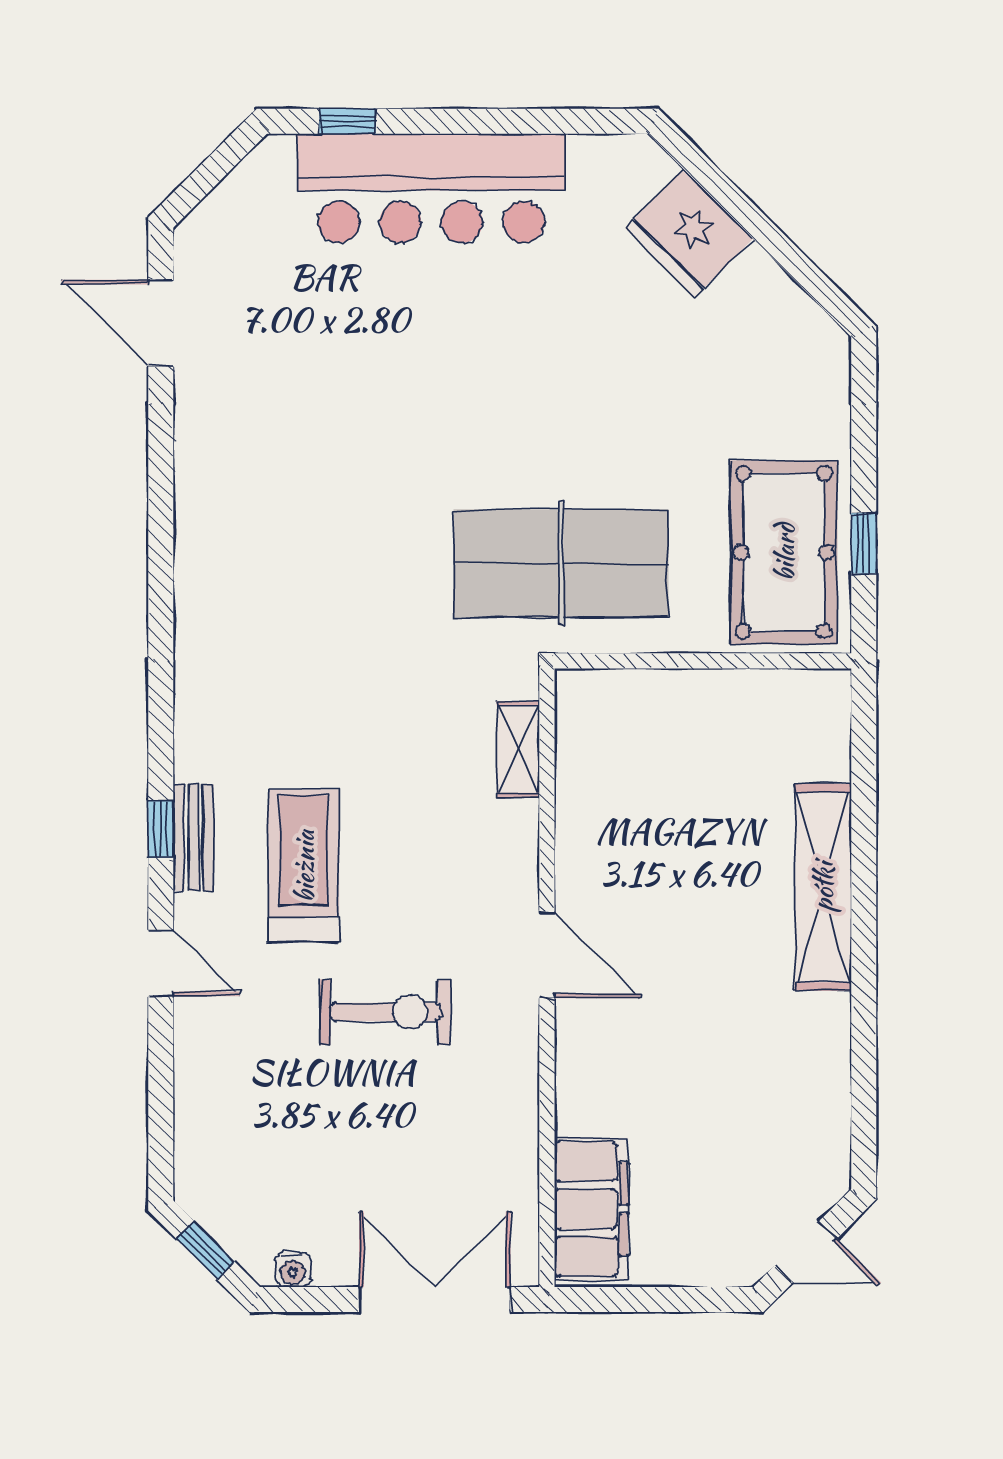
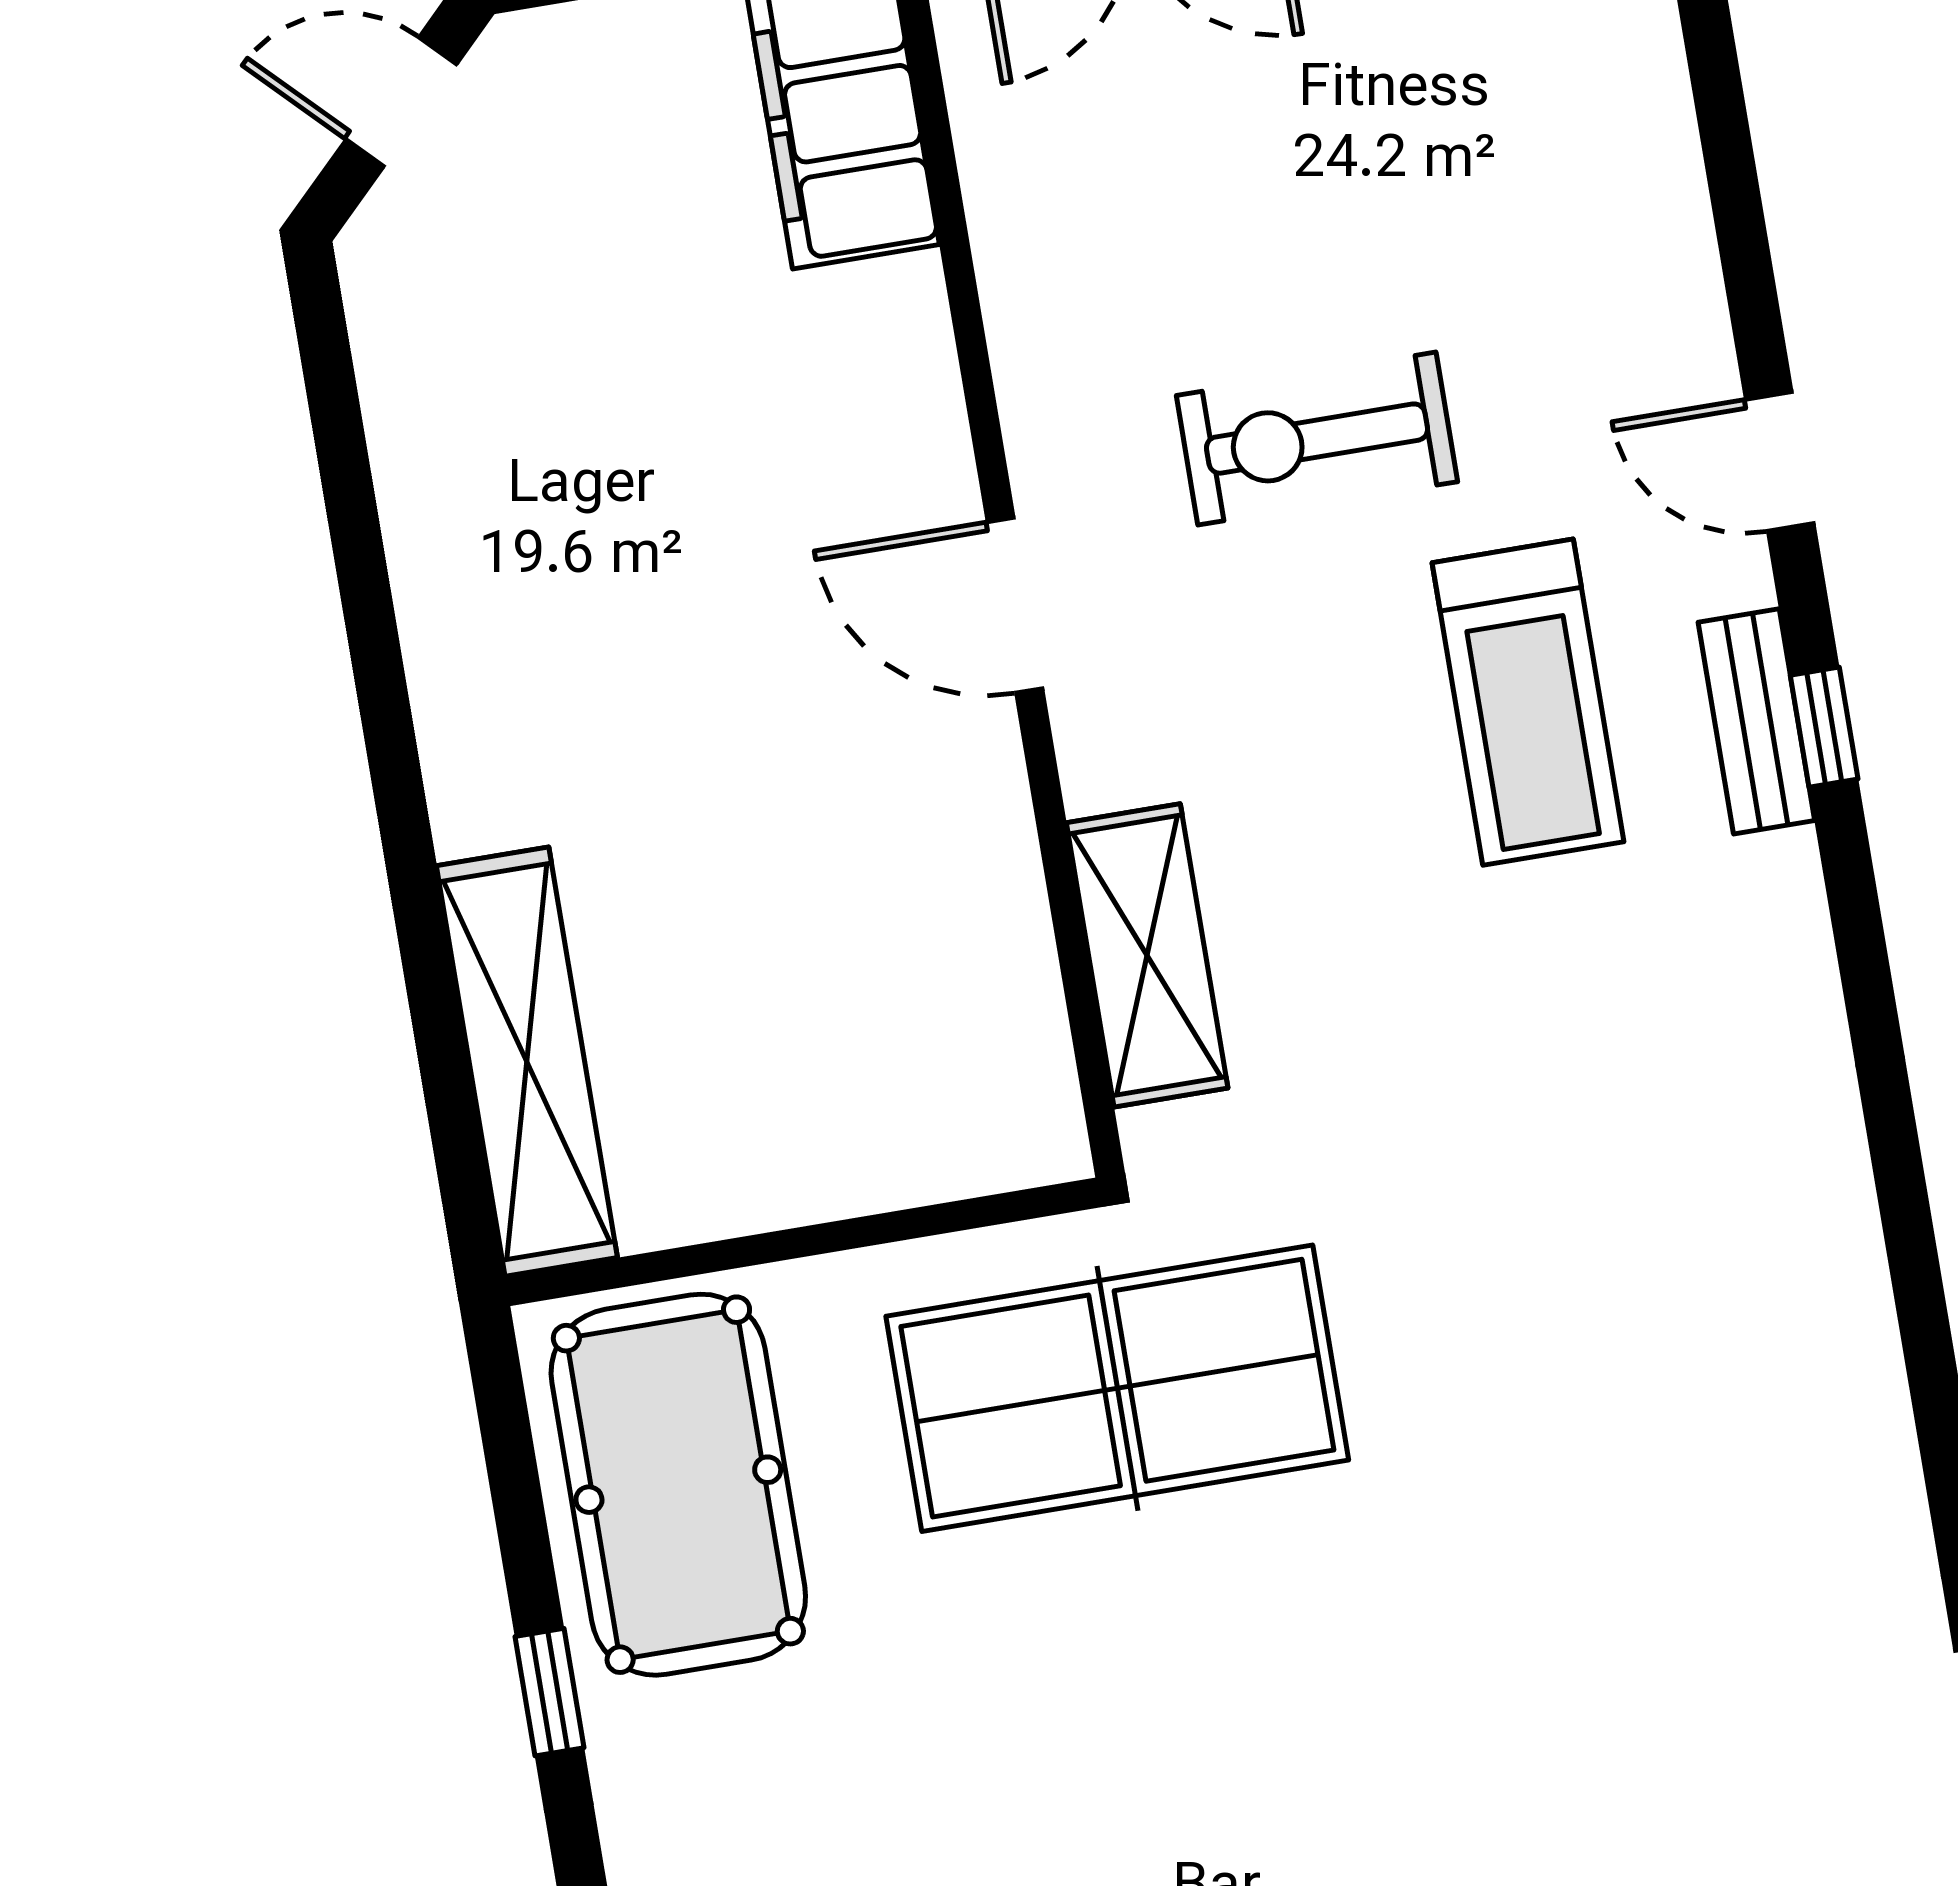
window: (864, 543) -> (549, 1692), moved
shelving: (518, 749) -> (1147, 955), width x1.50, depth x1.33
shelving: (823, 887) -> (527, 1062), moved

